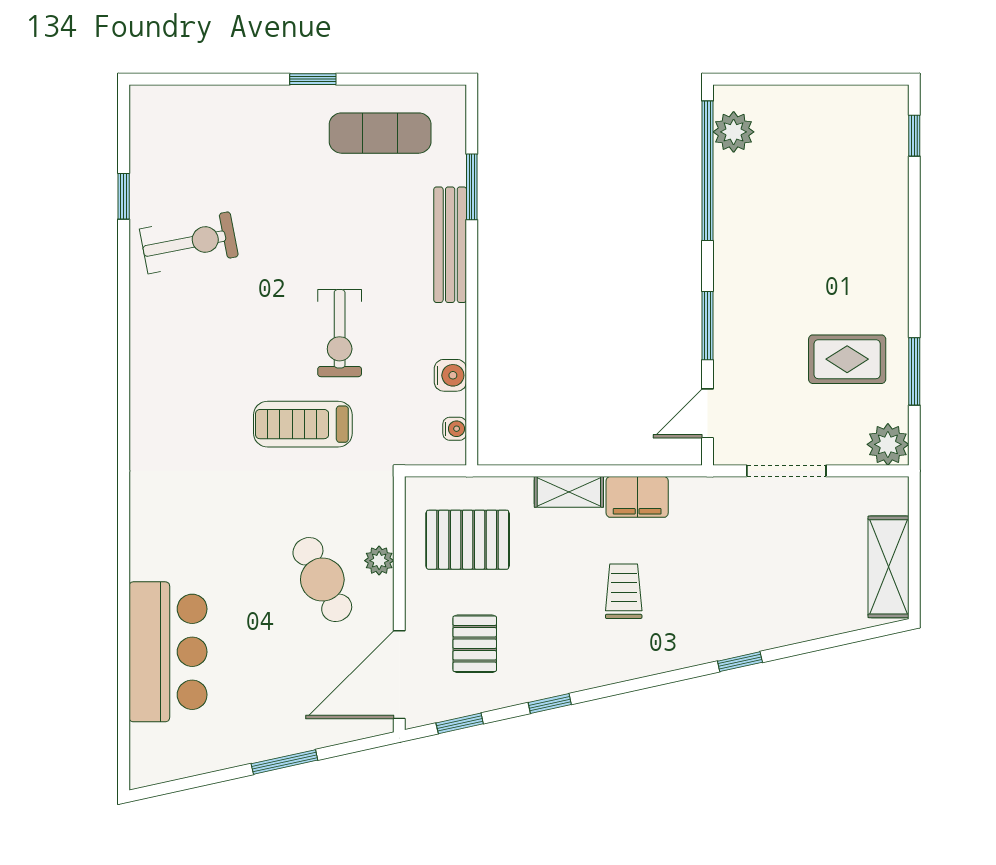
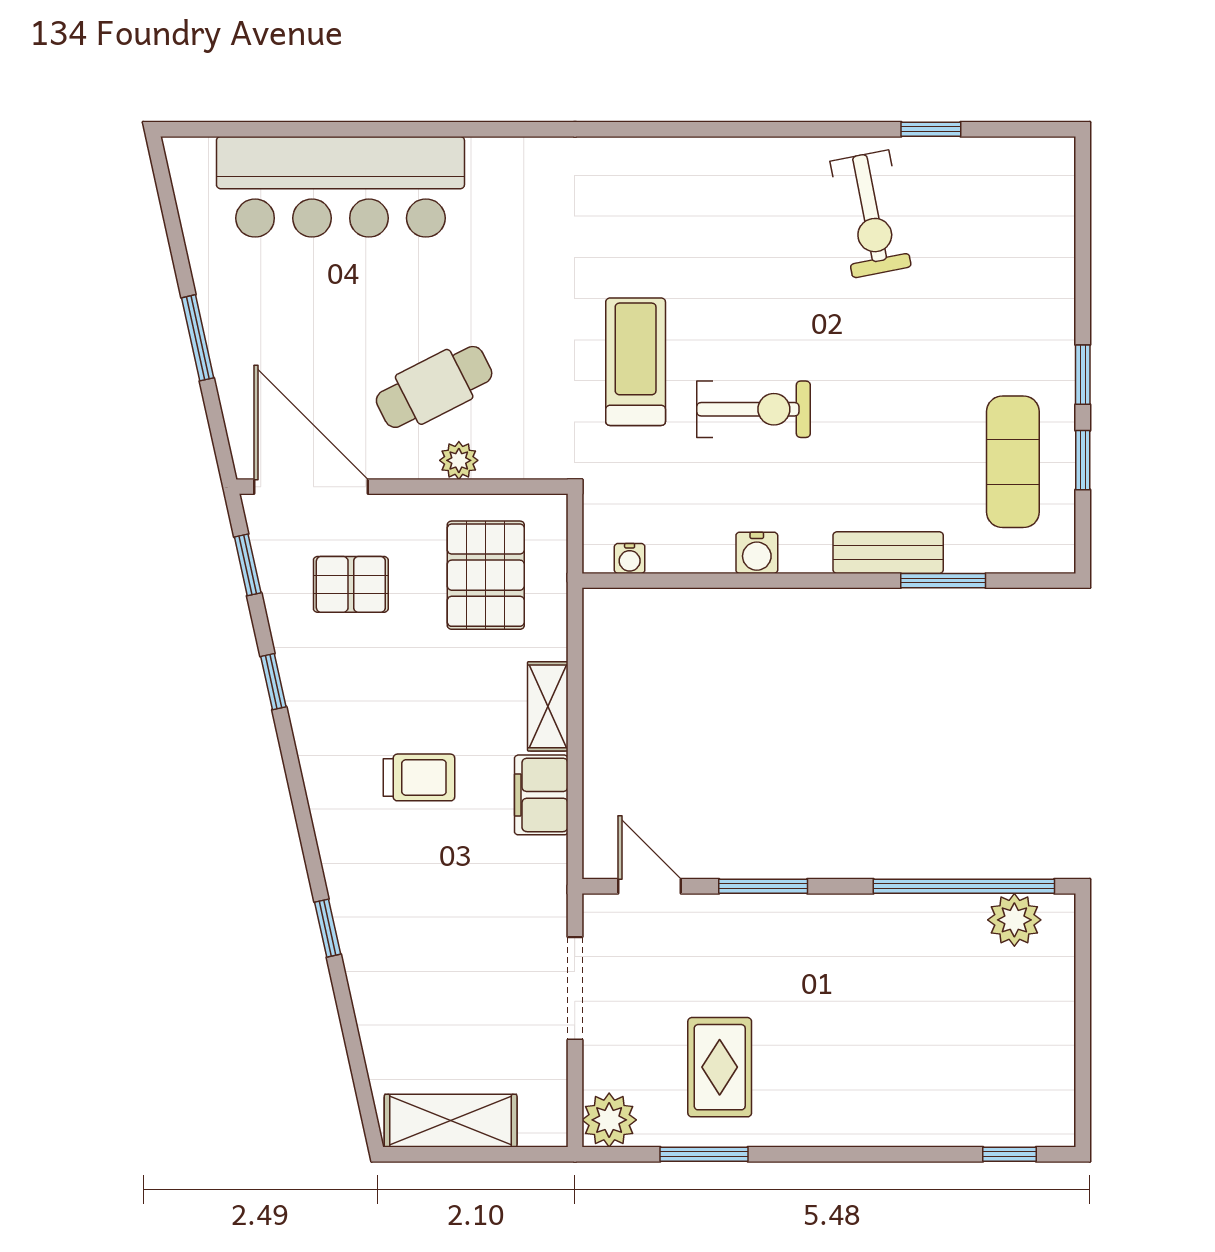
window: (379, 79) -> (1083, 460), added
bench: (450, 245) -> (888, 553), width x0.73
exercise bike: (340, 333) -> (754, 409), turned 180
water cooler: (450, 375) -> (757, 553), moved
bar counter: (168, 652) -> (340, 187), width x1.36

